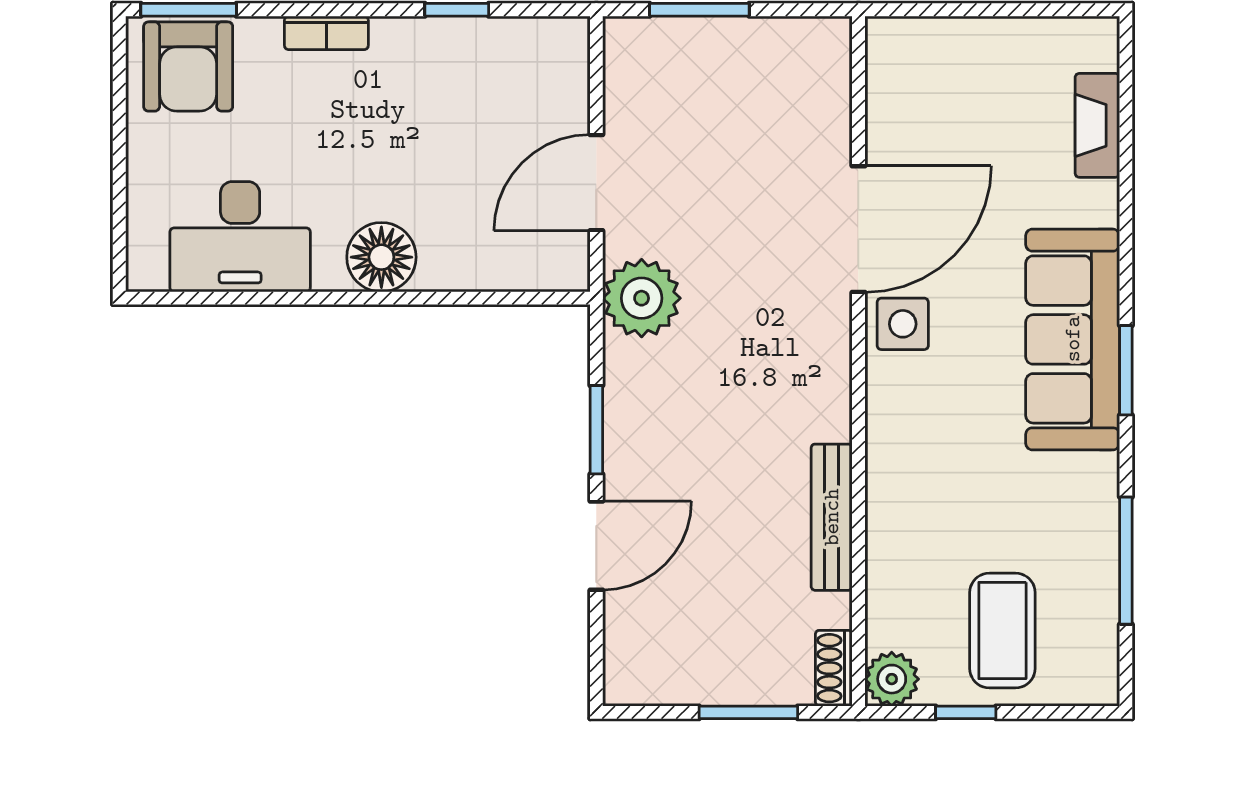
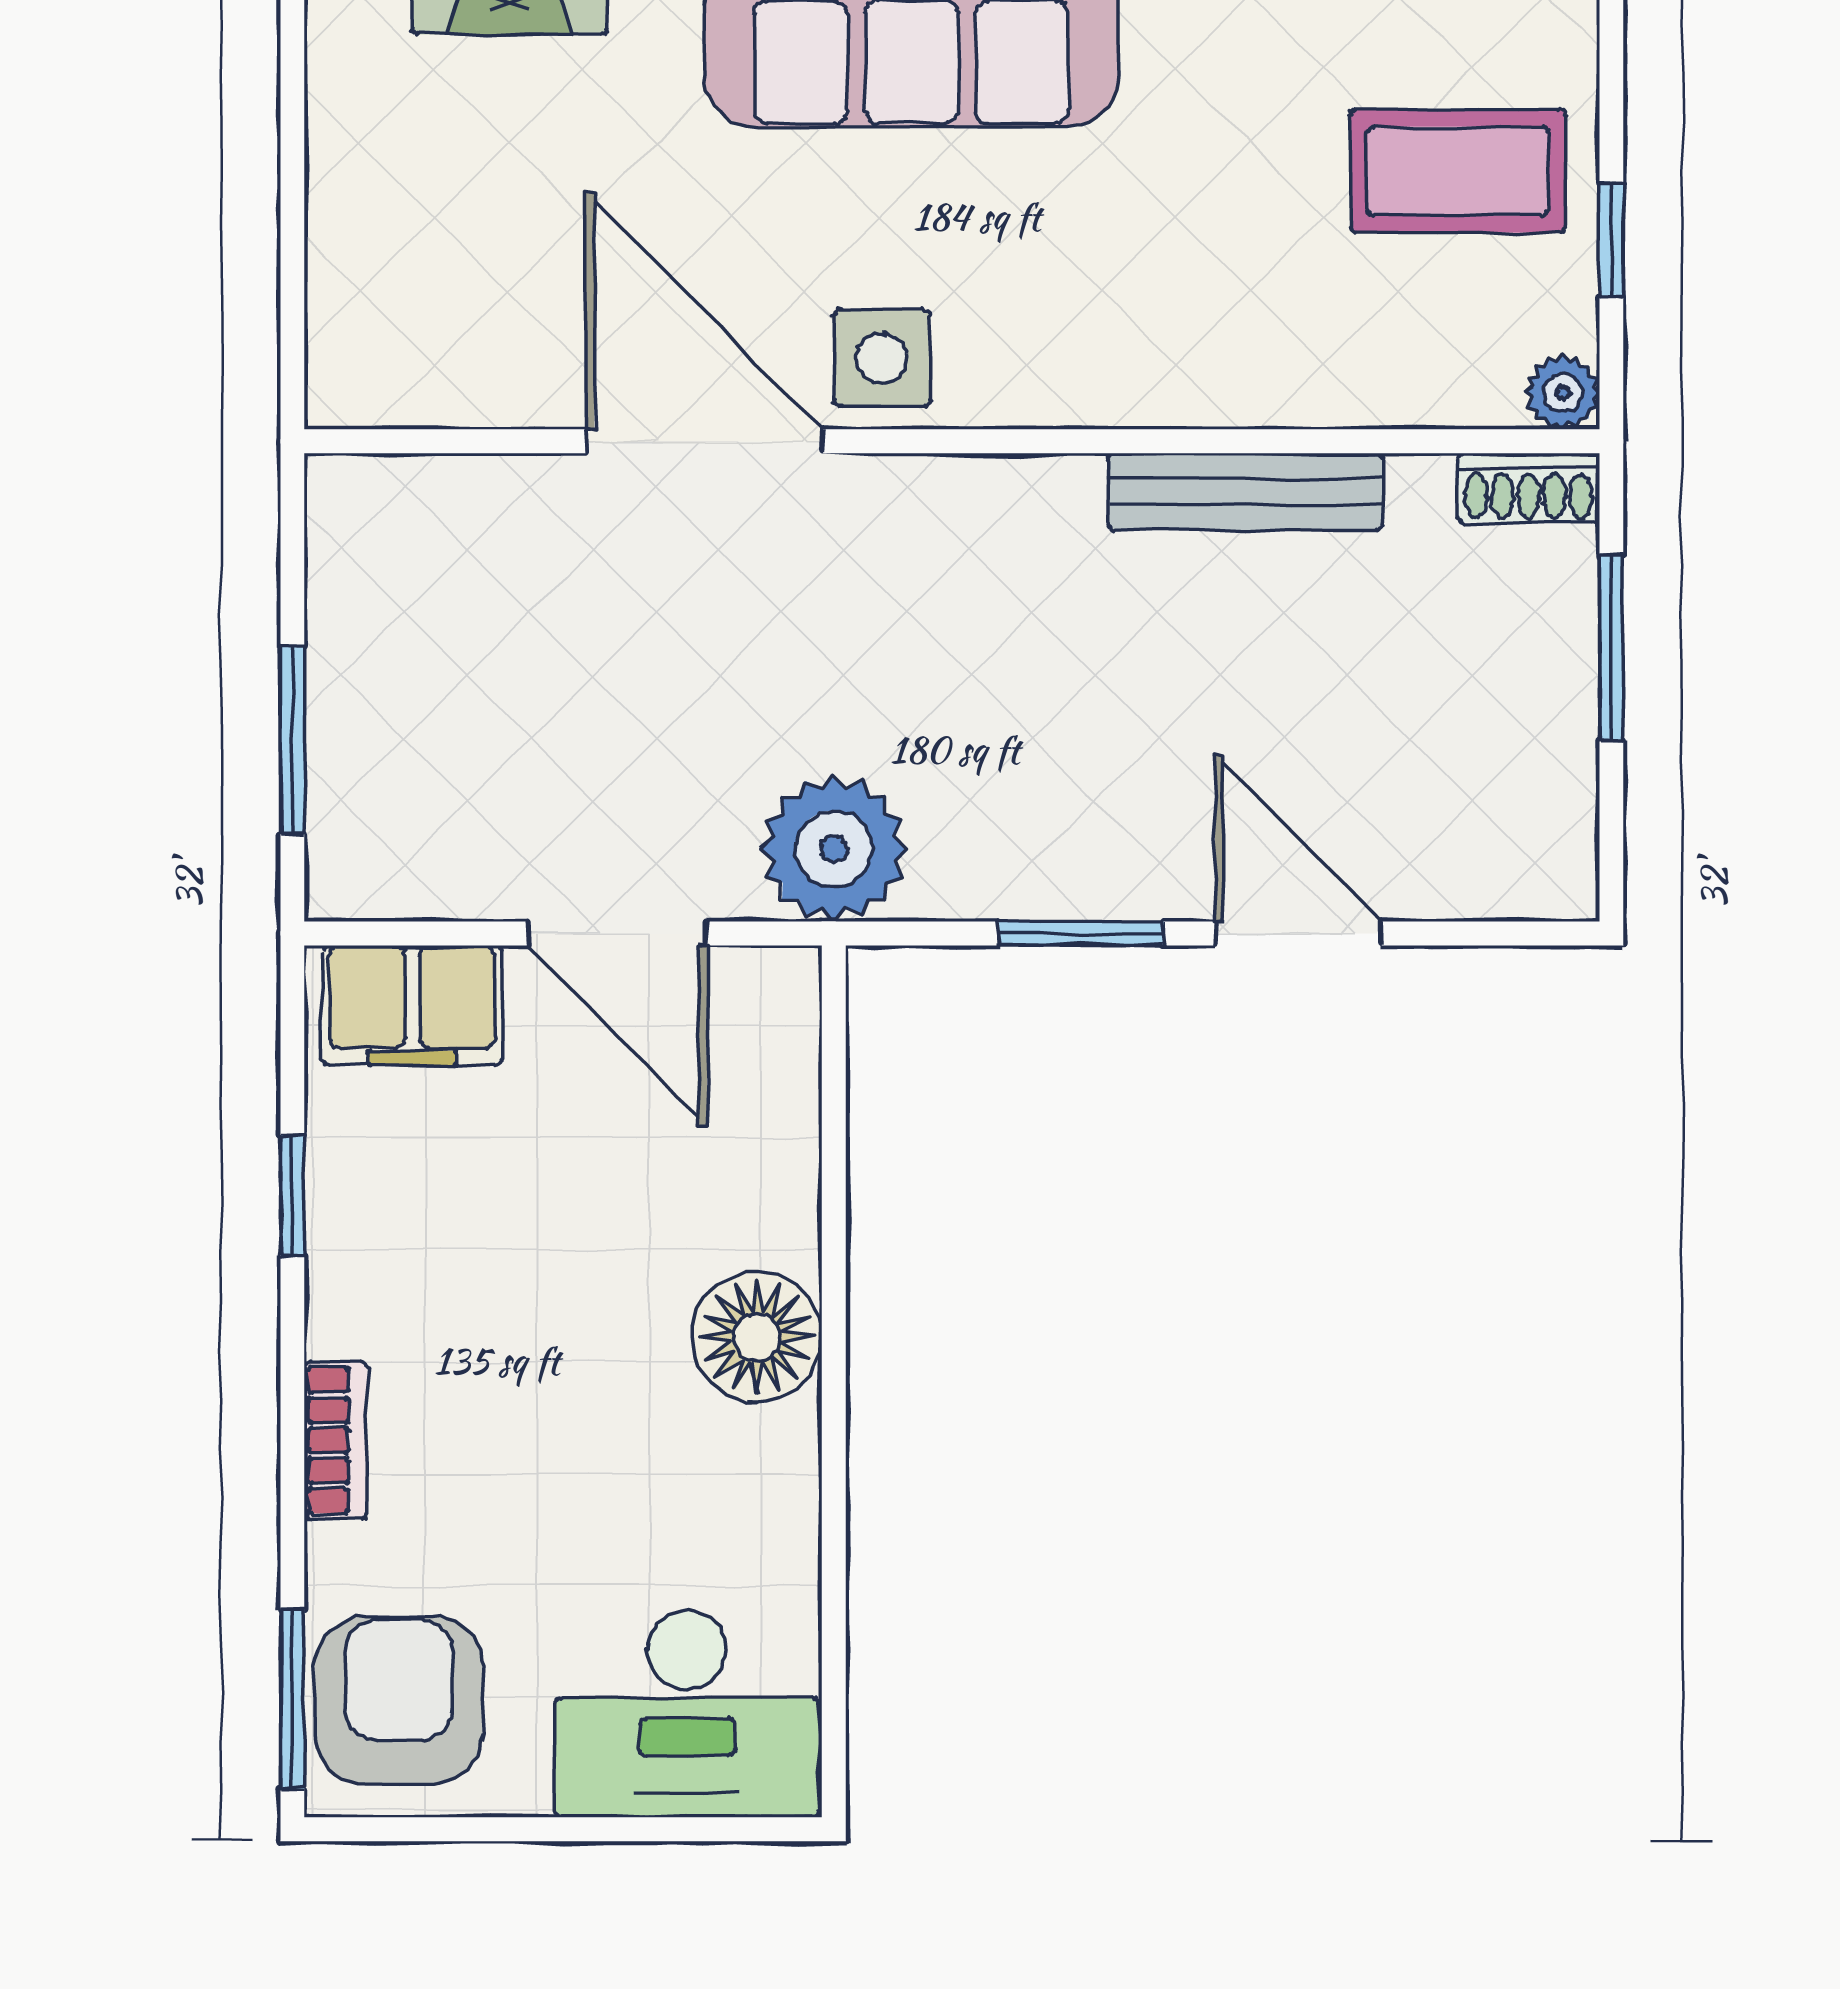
armchair: (188, 66) -> (399, 1700), turned -90
filing cabinet: (558, 74) -> (412, 1005), added
desk: (240, 237) -> (687, 1714), moved, turned 90
plant: (892, 679) -> (1563, 393), width x0.73, depth x0.73

